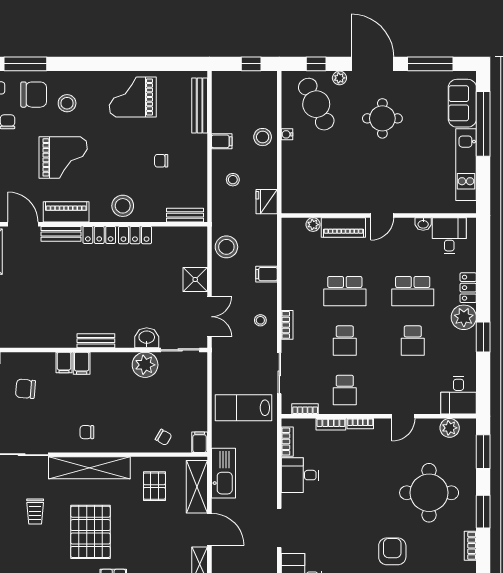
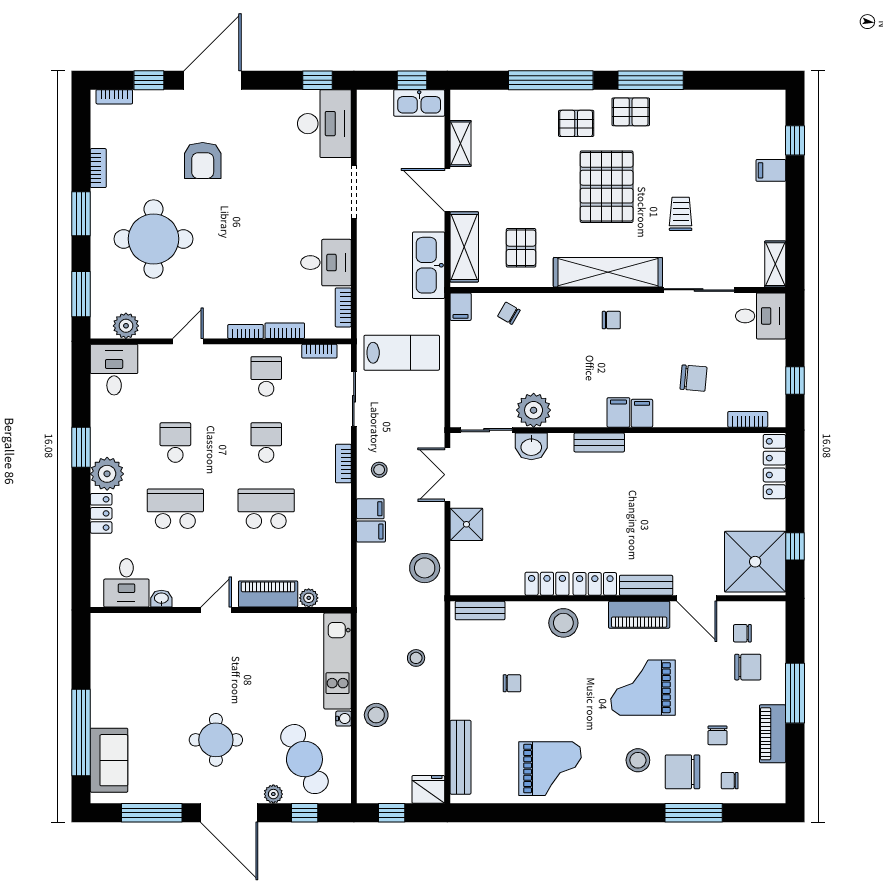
filing cabinet: (222, 141) -> (370, 509), moved, turned 180
kitchen unit: (466, 165) -> (338, 661), moved, turned 180
fridge: (267, 202) -> (428, 789), moved, turned -90

